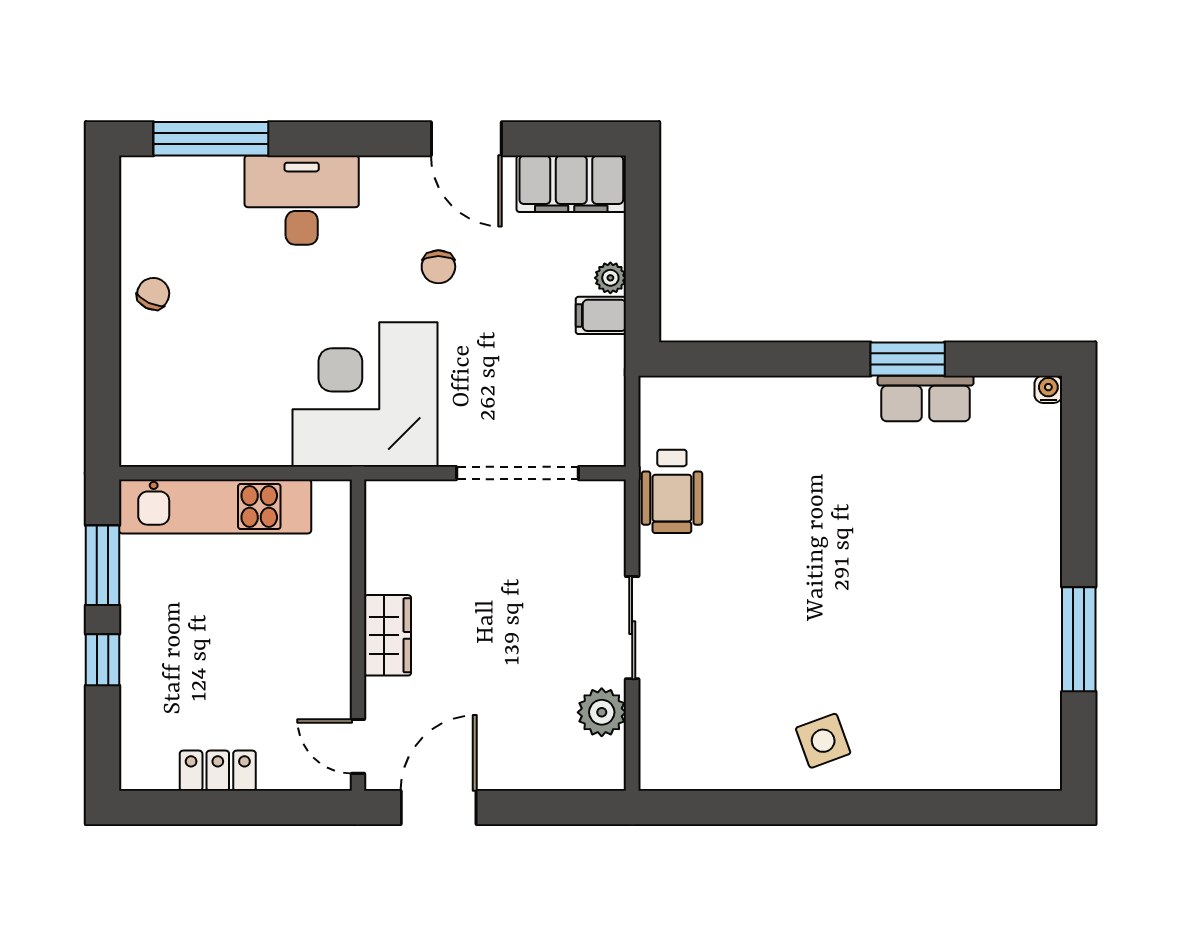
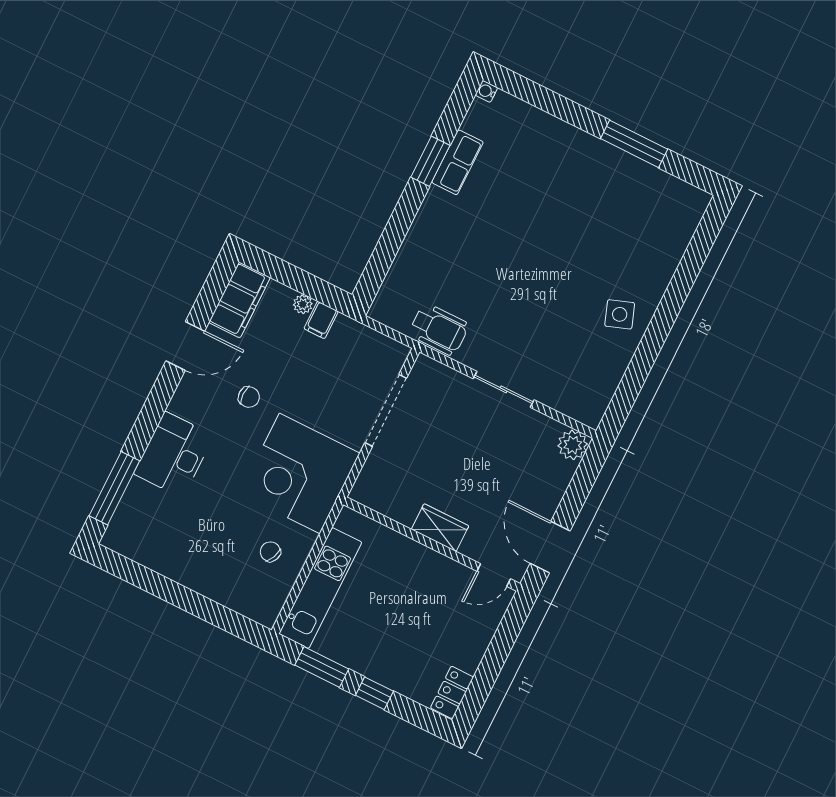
chair: (153, 294) -> (270, 552), moved
plant: (602, 712) -> (573, 445), moved
locker: (218, 771) -> (452, 692), moved

